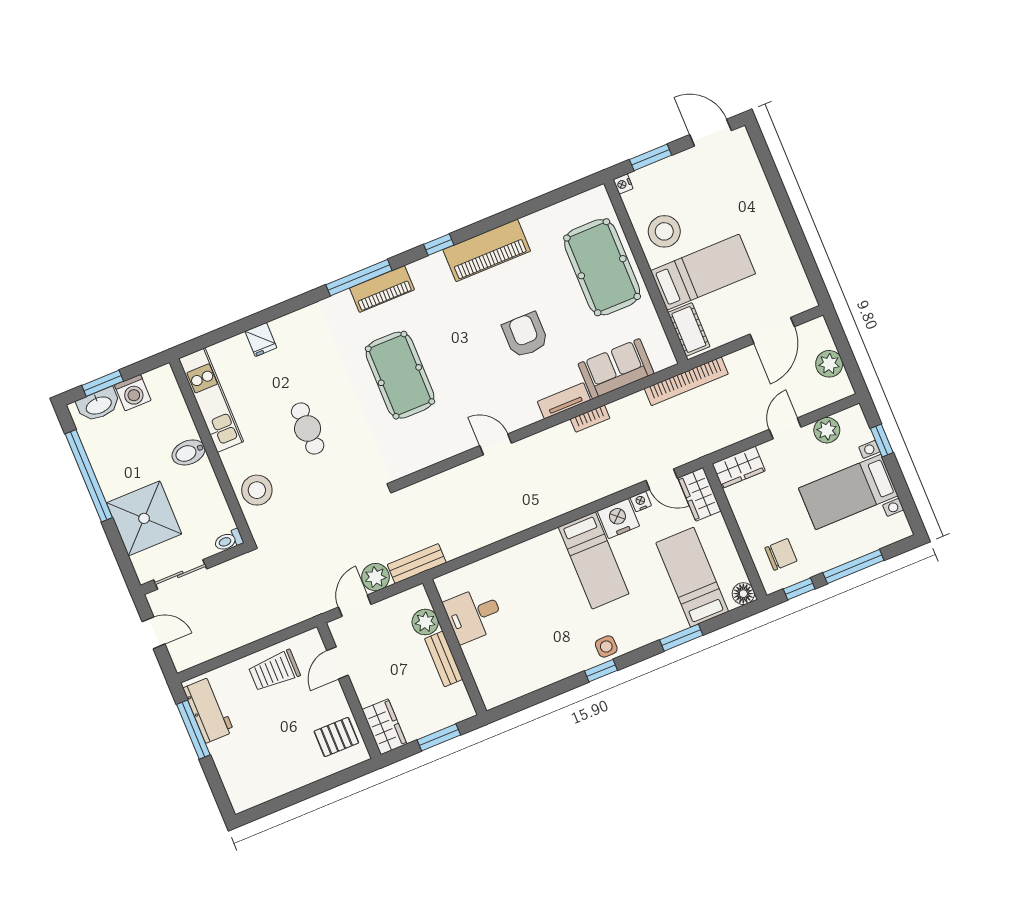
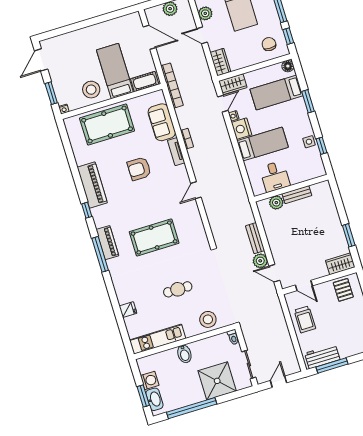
desk: (474, 614) -> (275, 176), moved
plant: (425, 622) -> (276, 203), moved
wall: (455, 647) -> (291, 188), moved
bench: (444, 659) -> (297, 195), moved

